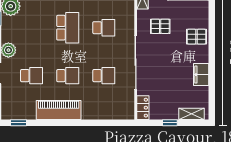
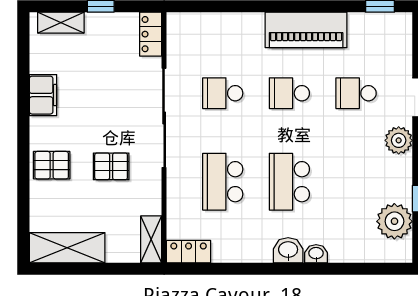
pallet: (160, 26) -> (111, 166), moved
school desk: (104, 28) -> (223, 182), width x1.85

